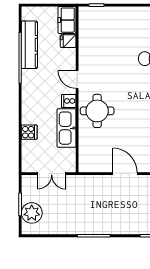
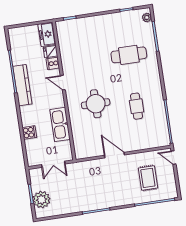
kitchen counter: (29, 45) -> (22, 85), moved
cooker: (69, 101) -> (53, 63), moved
round table: (97, 111) -> (96, 104), moved

